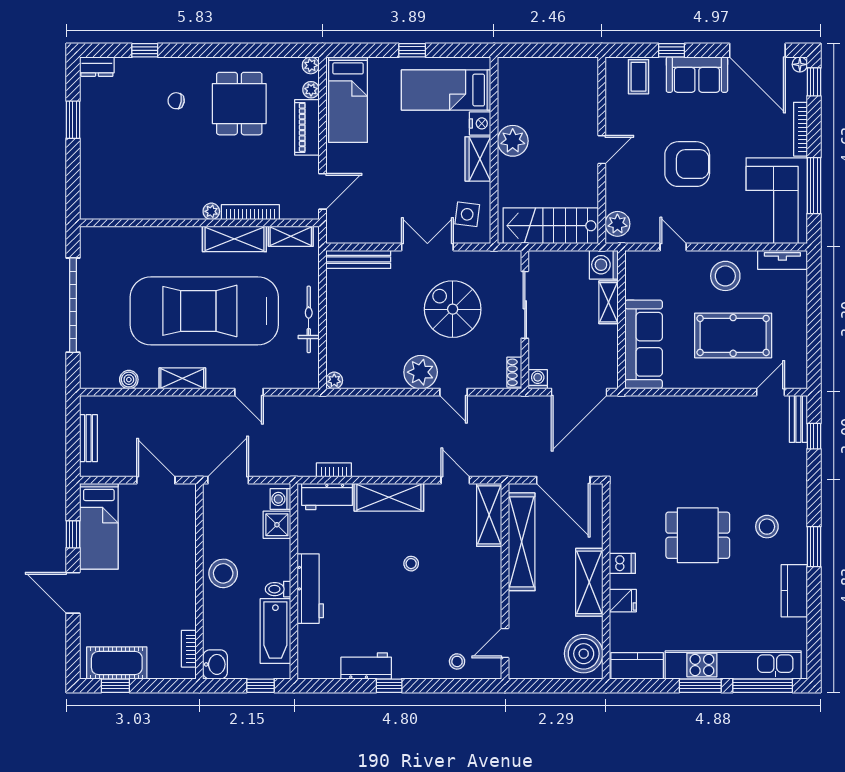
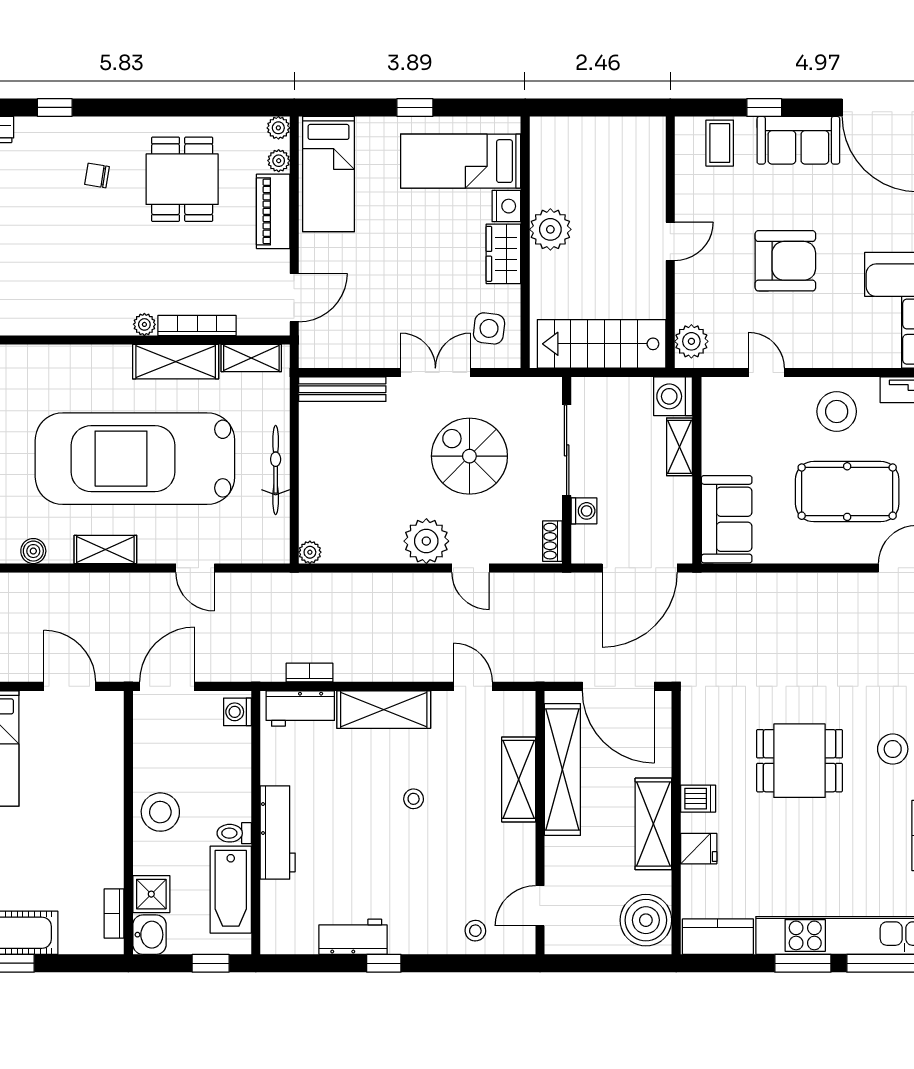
sofa: (644, 344) -> (727, 519), width x0.73
washing machine: (538, 379) -> (584, 511), moved, turned 90
shelving: (489, 515) -> (519, 779), moved
shower: (277, 525) -> (151, 894), moved

